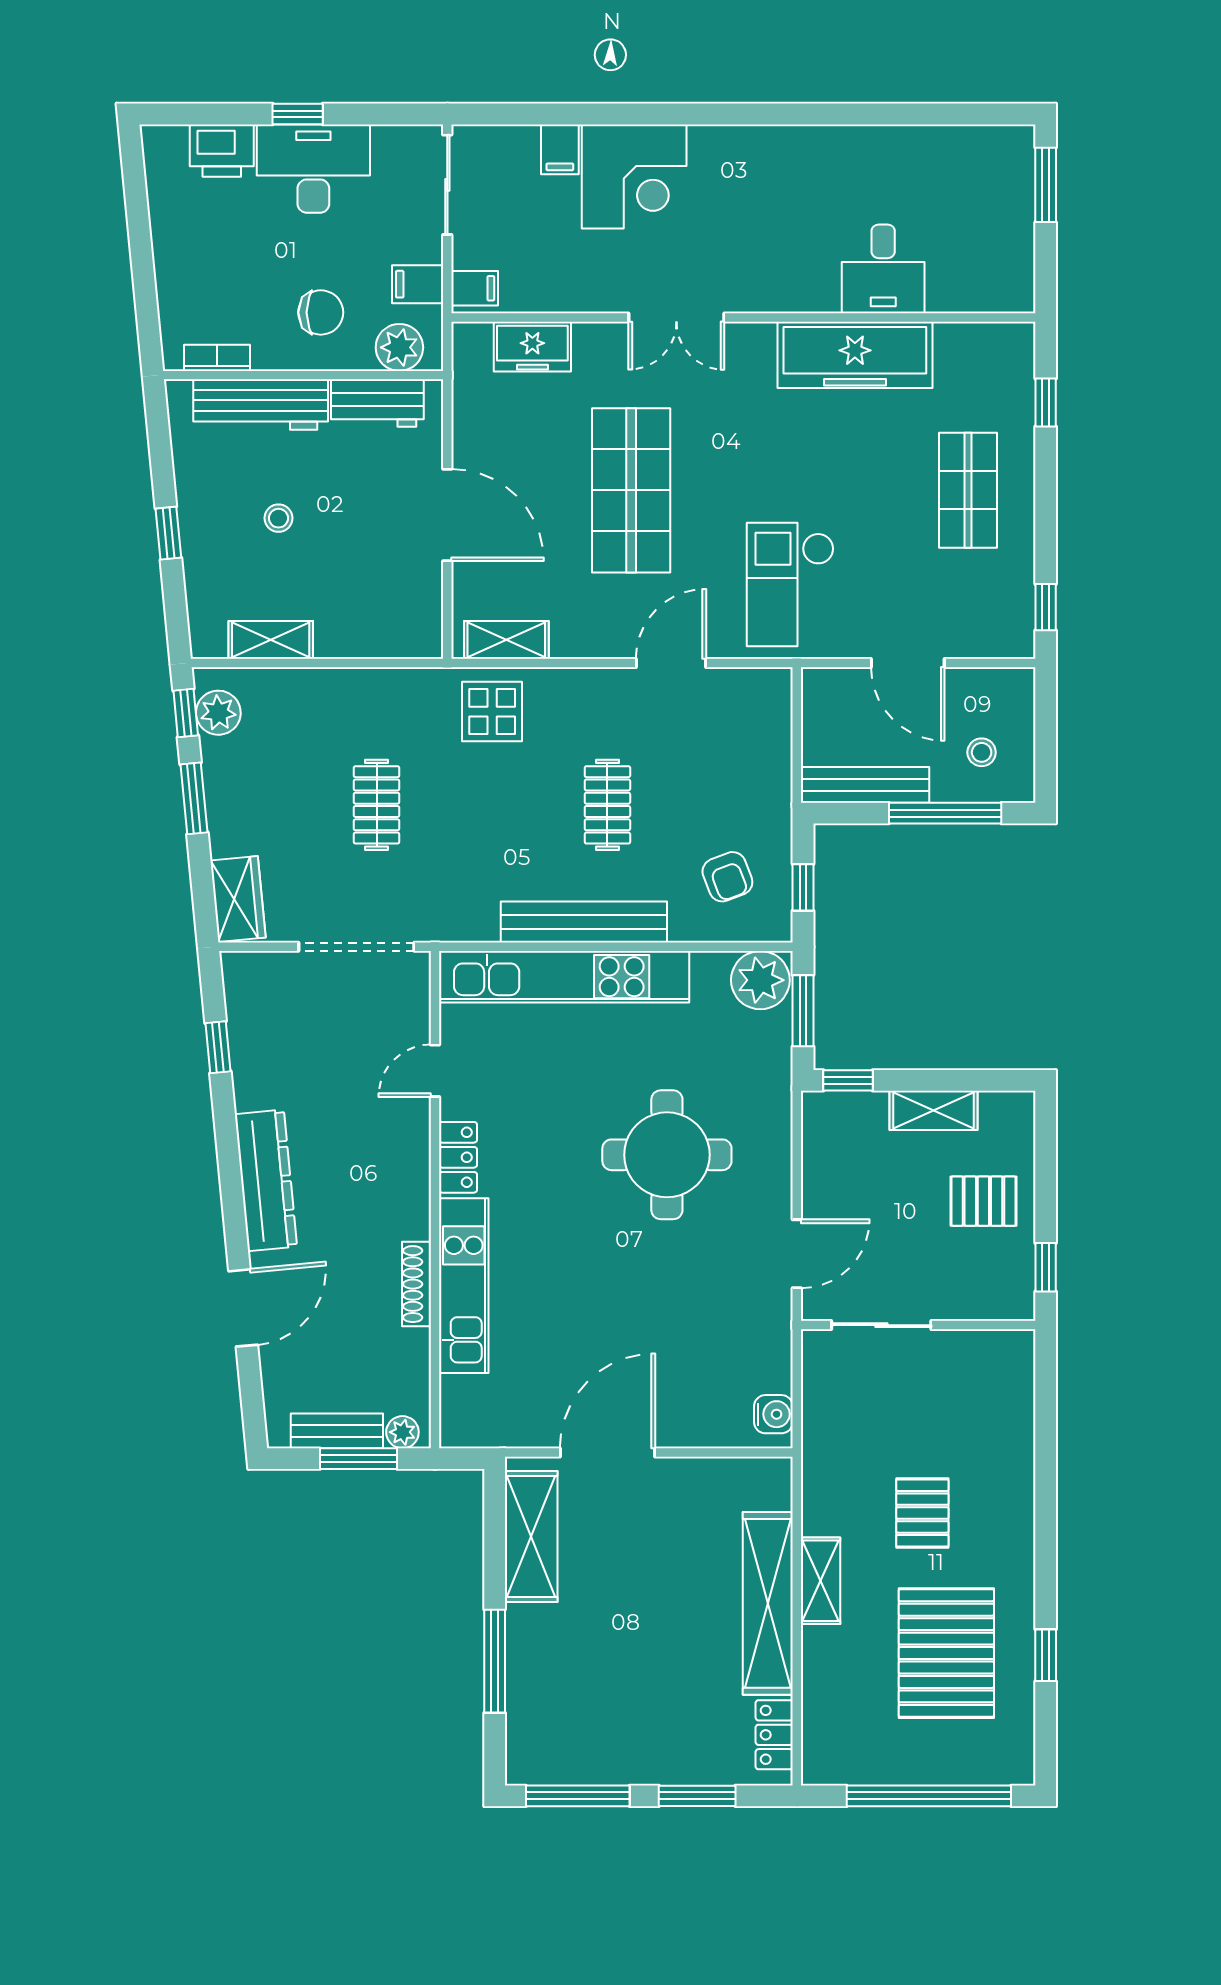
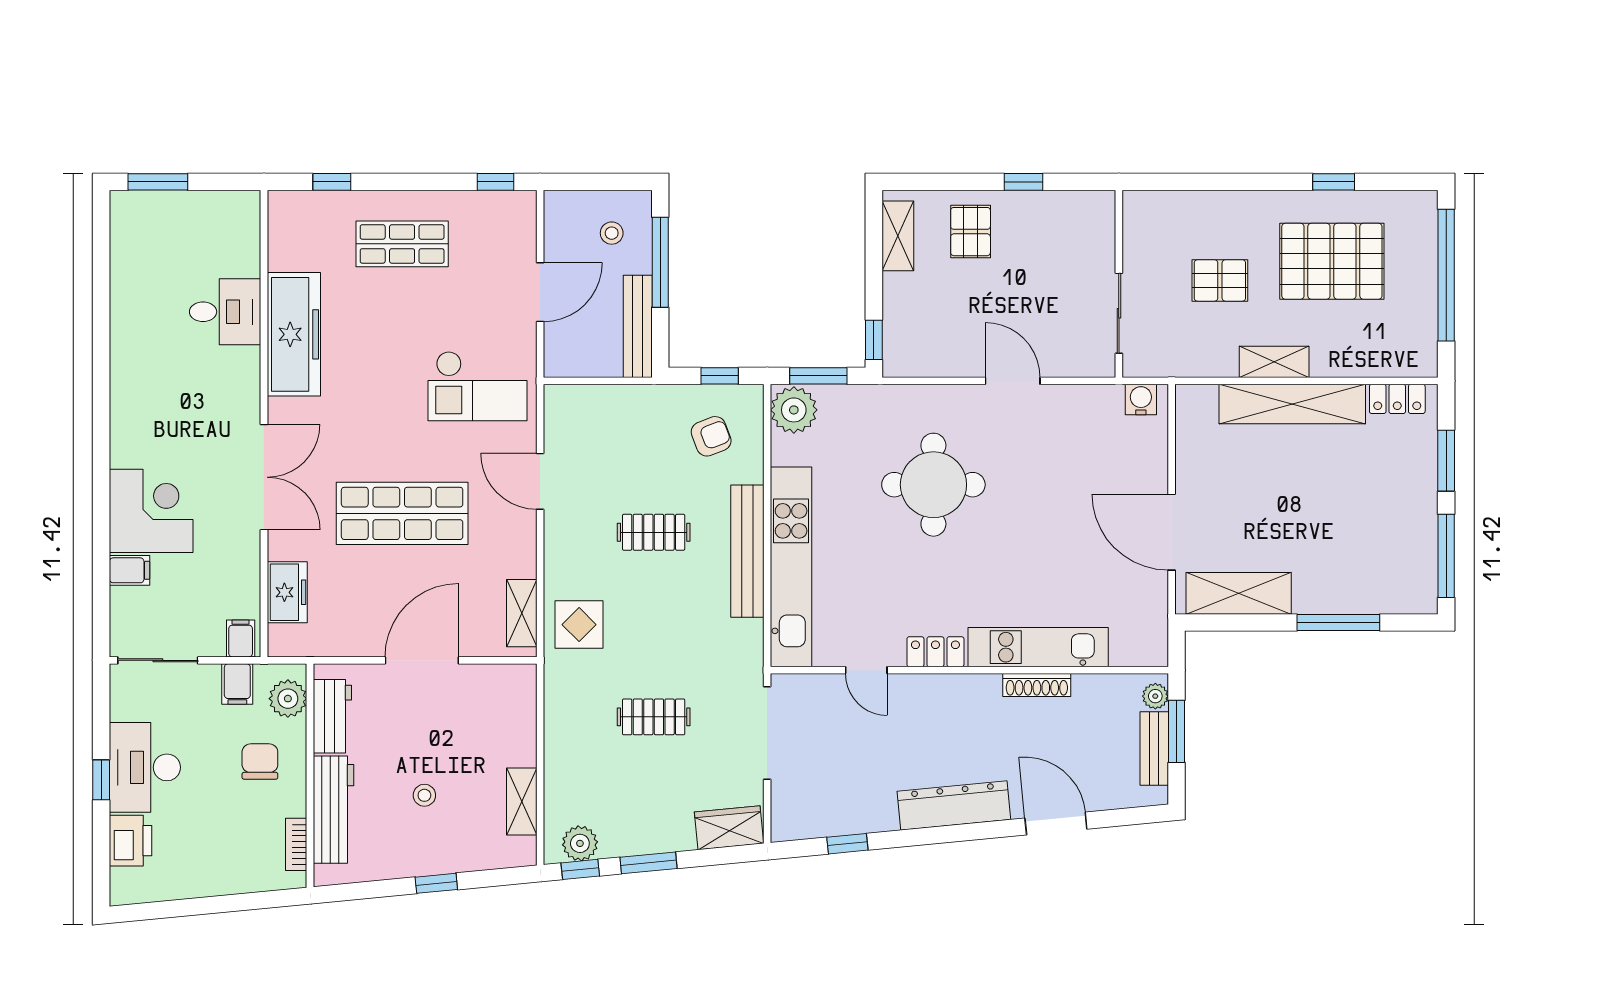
double door: (676, 318) -> (264, 477), width x1.37
shelving: (934, 1110) -> (898, 236), moved
sliding door: (881, 1325) -> (1119, 313), moved
wall: (918, 1325) -> (1119, 284), moved

